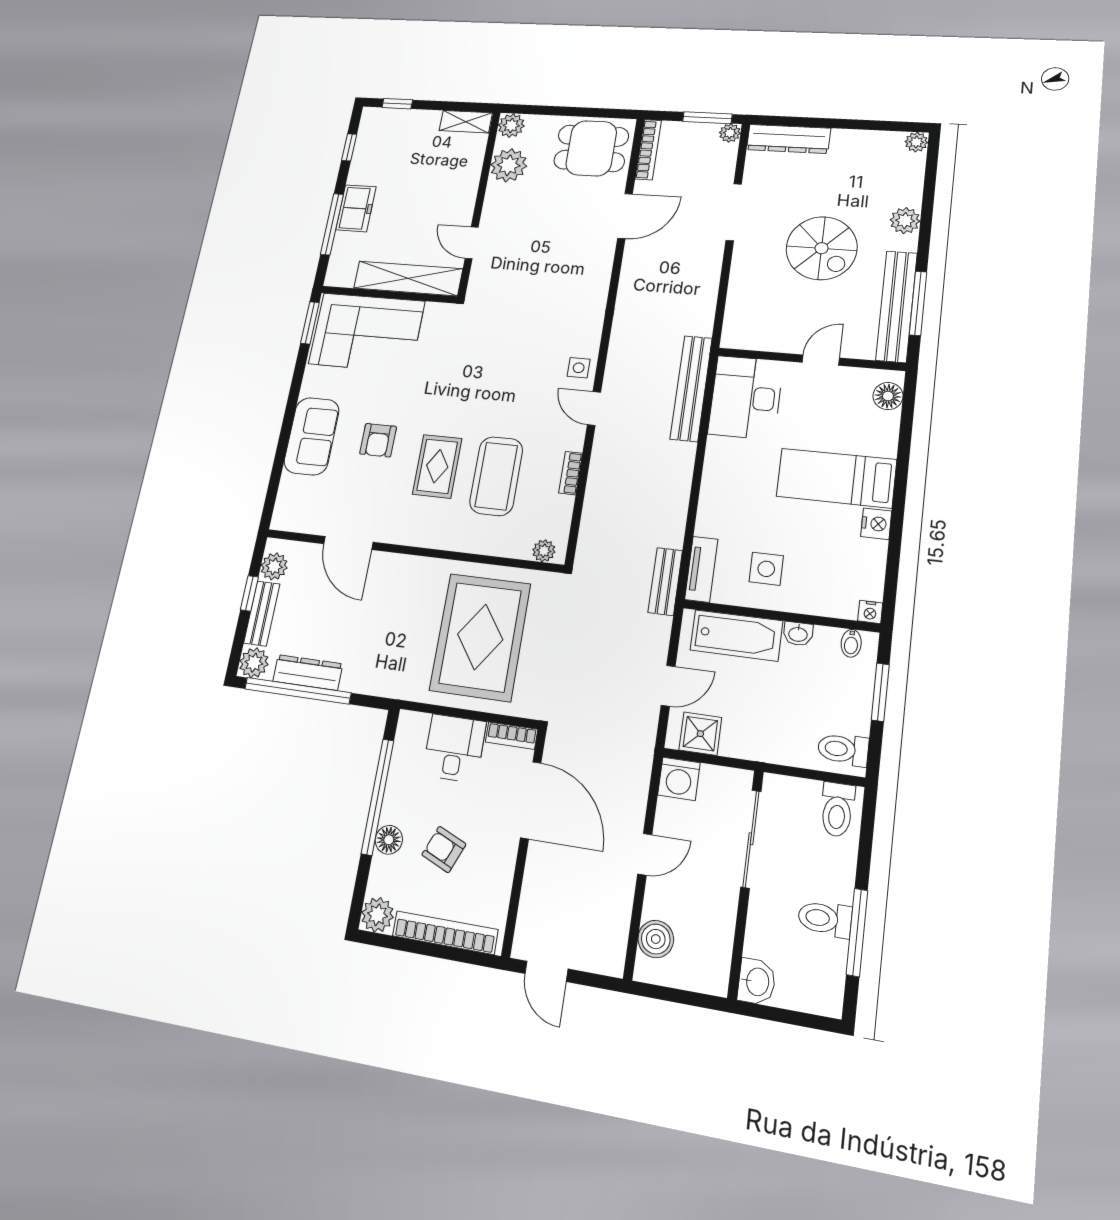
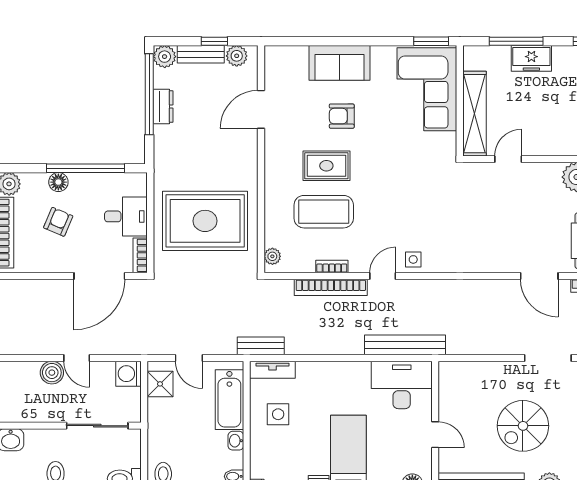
bookcase: (598, 477) -> (331, 287), added
dresser: (308, 673) -> (163, 107), width x0.70
boiler: (656, 939) -> (52, 373), moved

